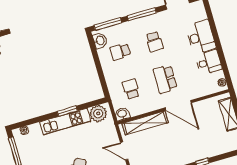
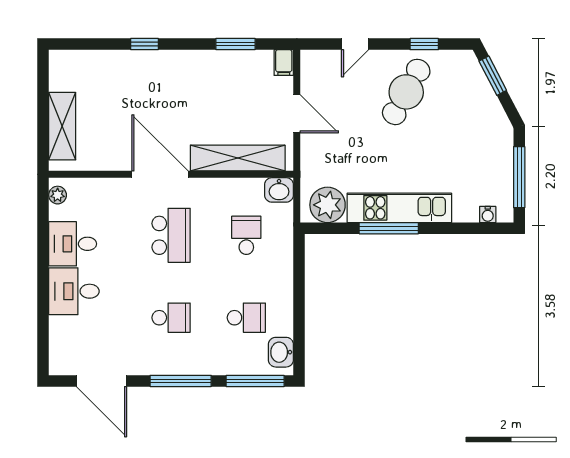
desk: (201, 37) -> (74, 291), width x0.73
school desk: (154, 42) -> (171, 318), turned 90
school desk: (131, 89) -> (246, 235), turned 180
window: (67, 111) -> (389, 228), width x1.44

